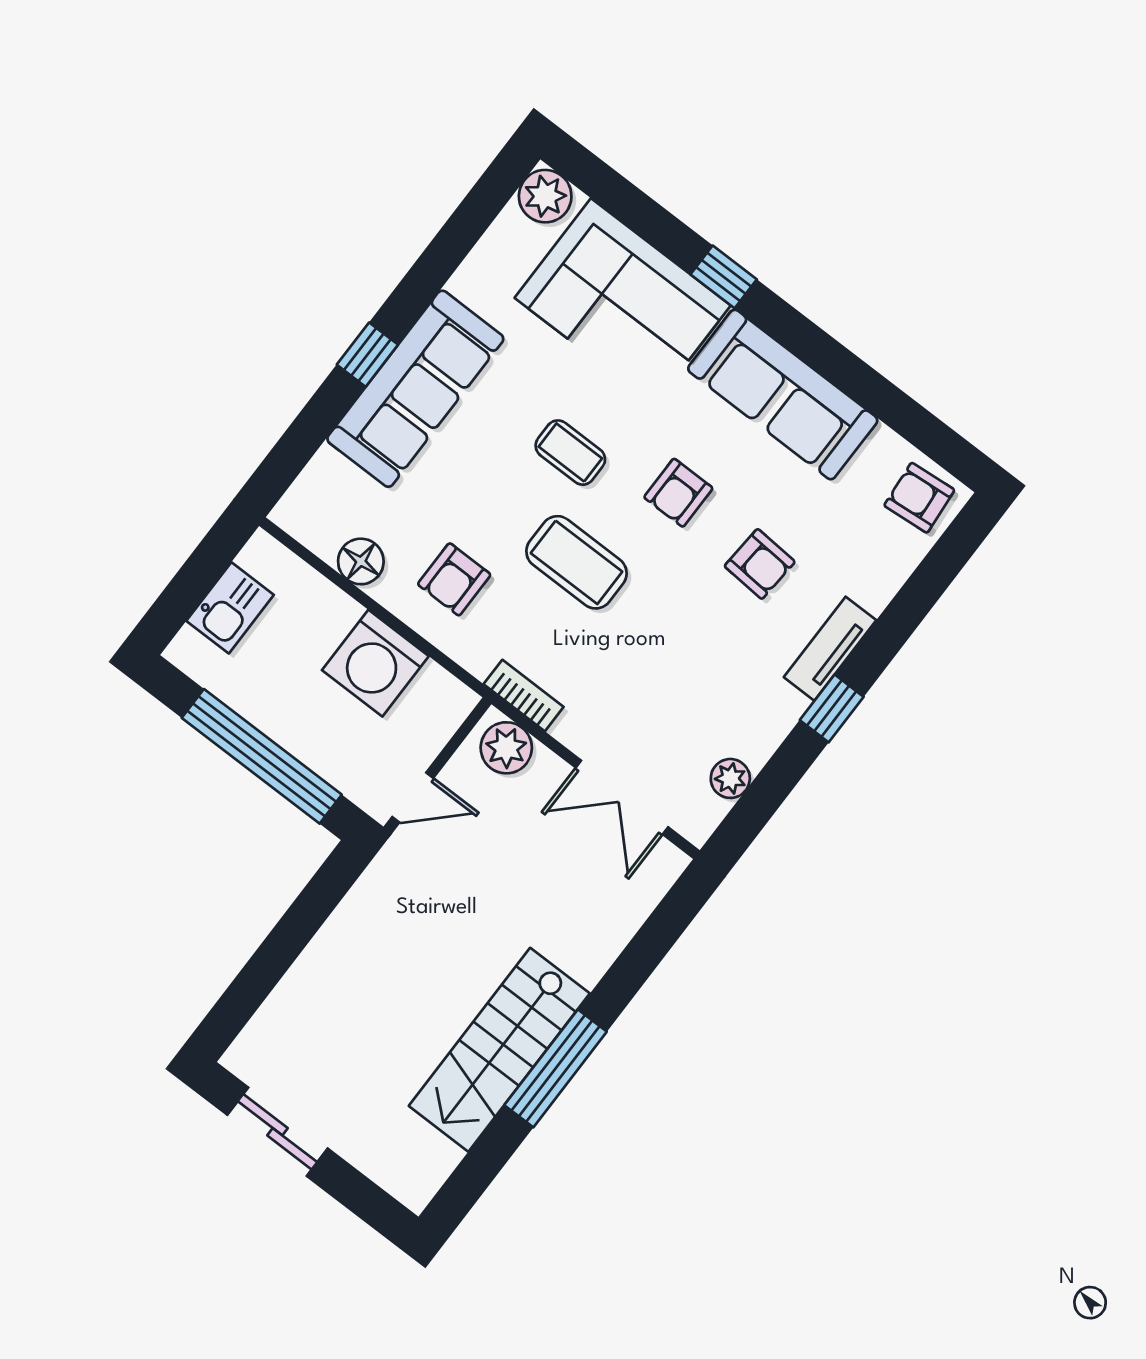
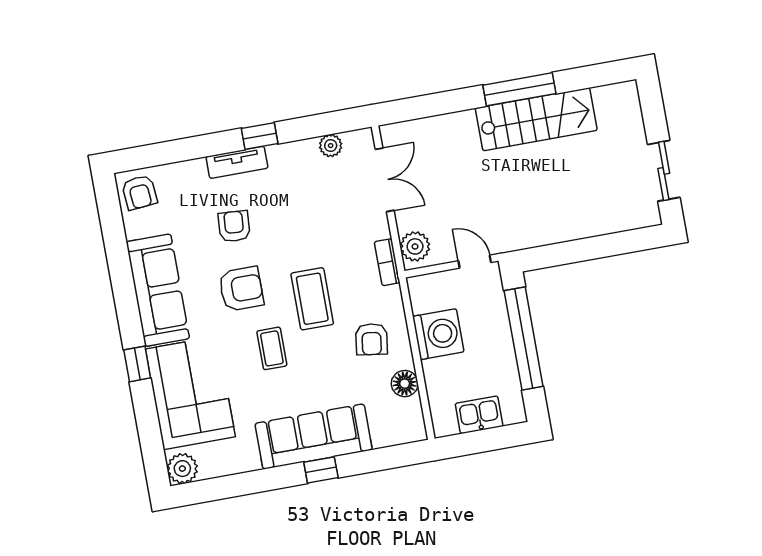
armchair: (678, 493) -> (241, 289), width x1.38, depth x1.38
armchair: (454, 579) -> (372, 339), turned 98

